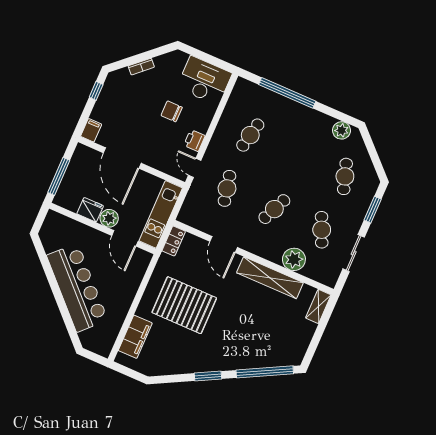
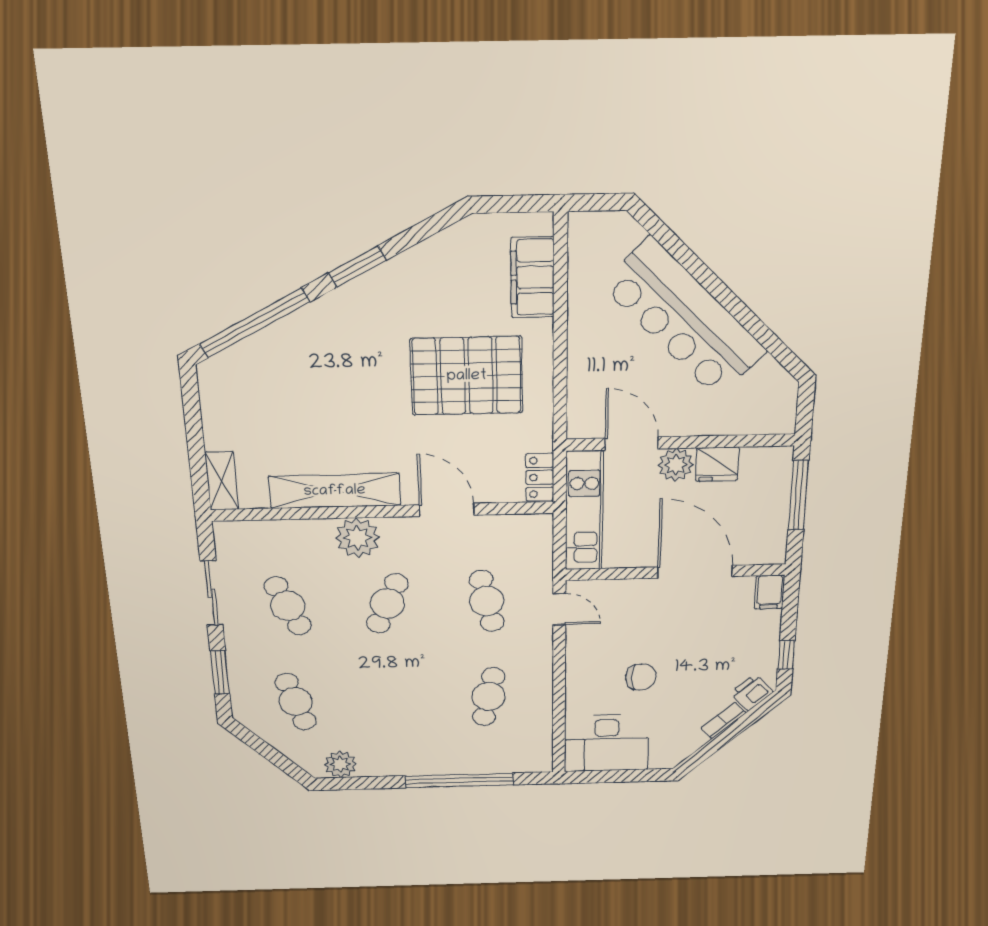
printer: (194, 141) -> (752, 692), moved, turned -132
plant: (294, 259) -> (358, 538), moved

